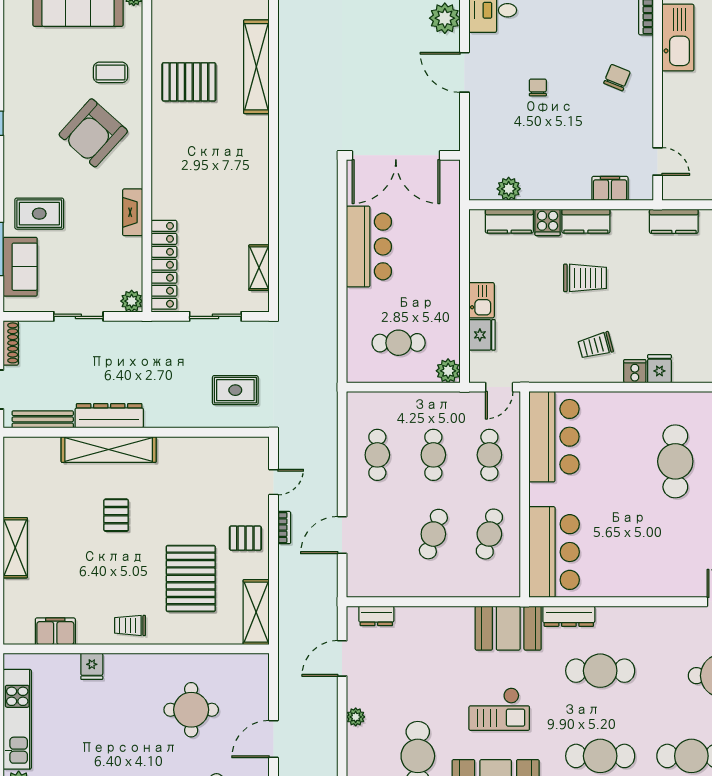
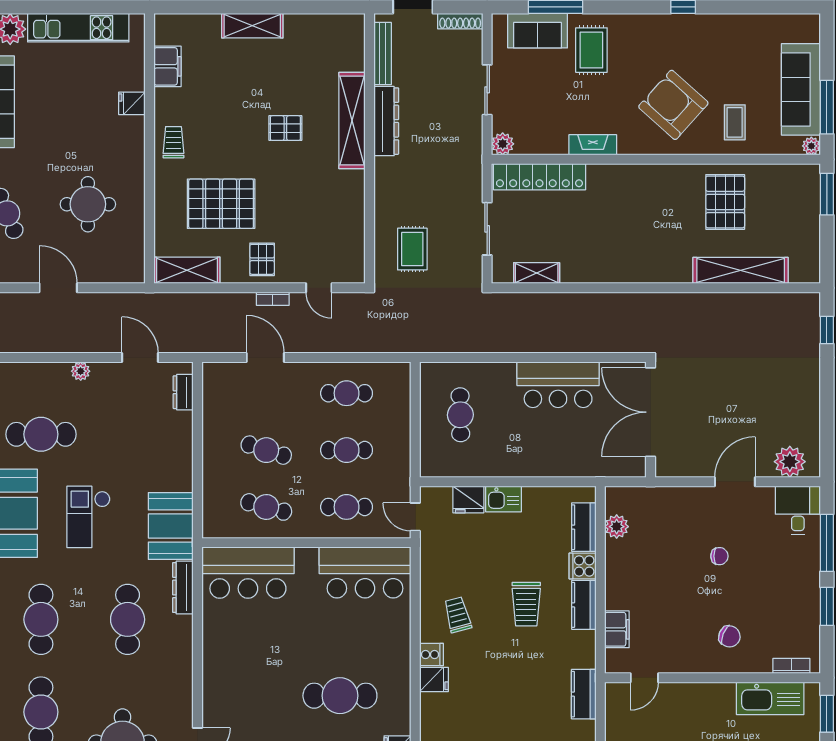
plant: (448, 371) -> (432, 465), removed

